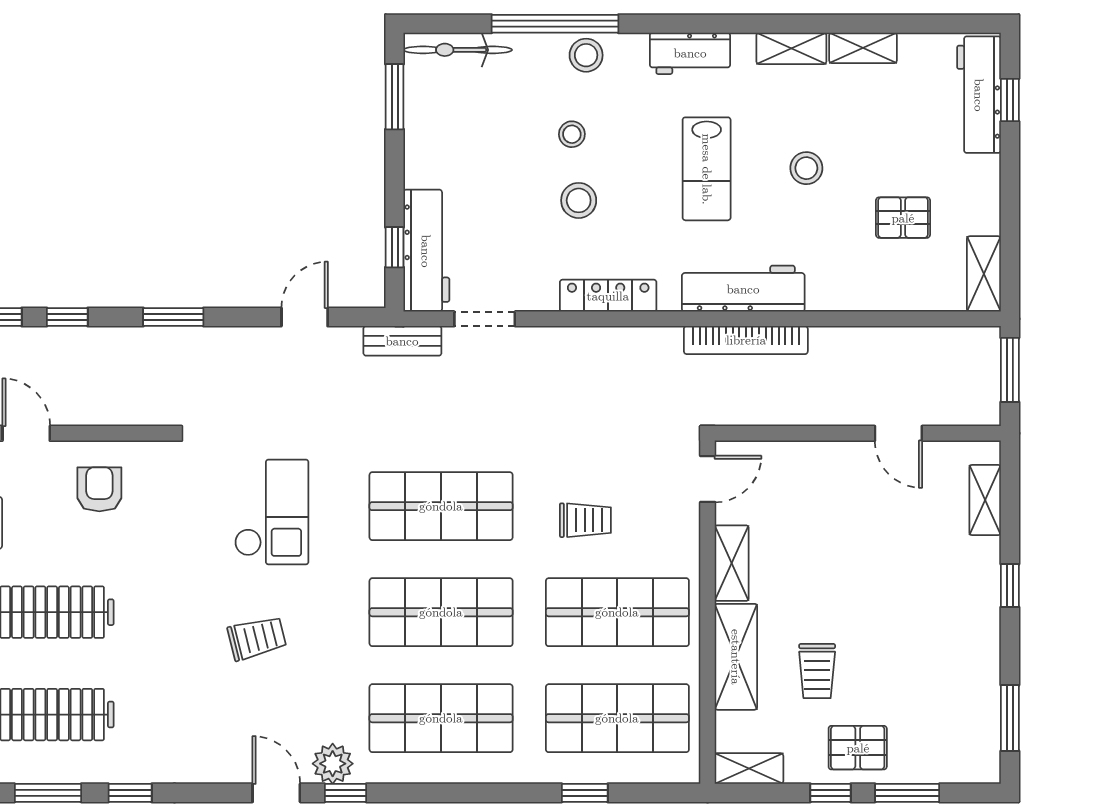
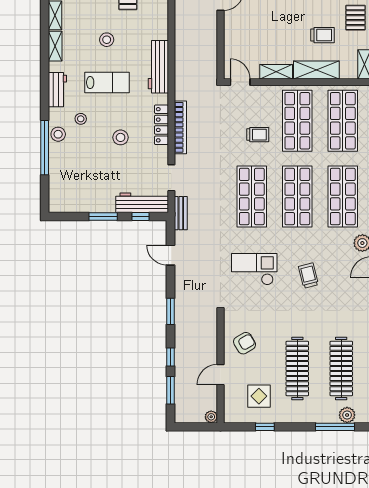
bicycle: (458, 50) -> (56, 189), removed
window: (395, 97) -> (103, 216), moved
stool: (572, 134) -> (81, 119), moved
bookcase: (746, 340) -> (180, 127), moved
armchair: (99, 489) -> (245, 343), turned 150
trolley: (585, 520) -> (258, 135), turned 90

